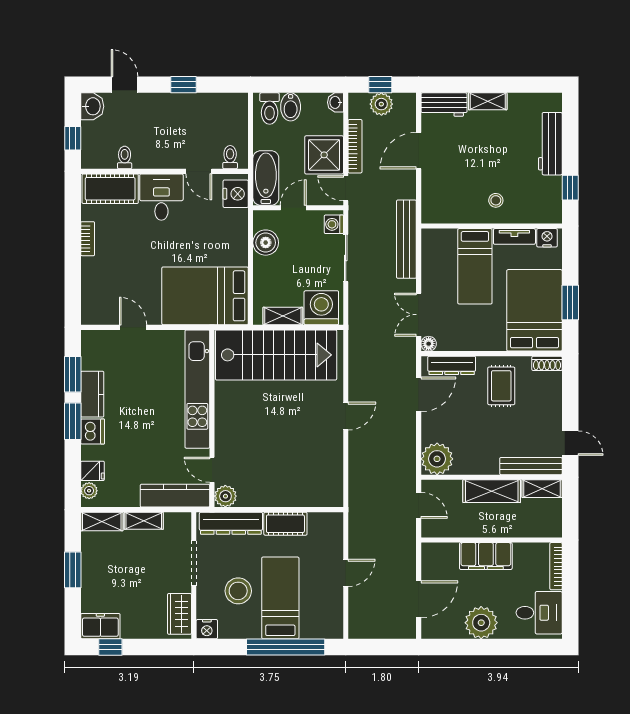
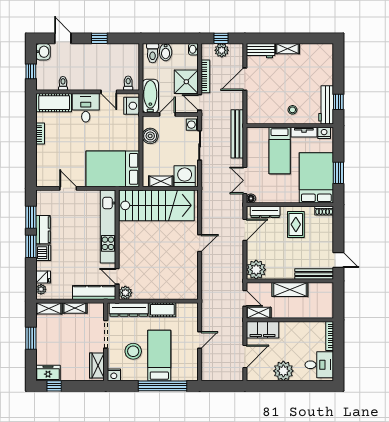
workbench: (550, 144) -> (326, 105), moved
shelving: (542, 489) -> (259, 313), moved
filing cabinet: (486, 556) -> (262, 330), moved

